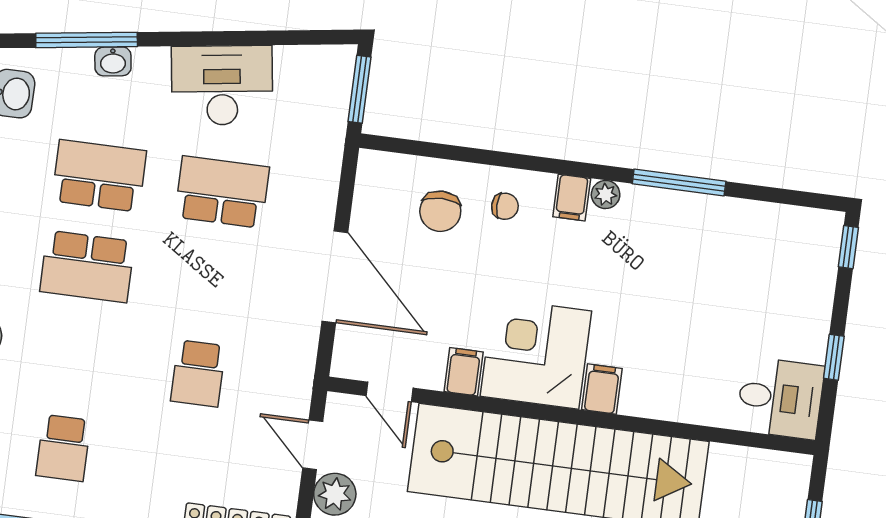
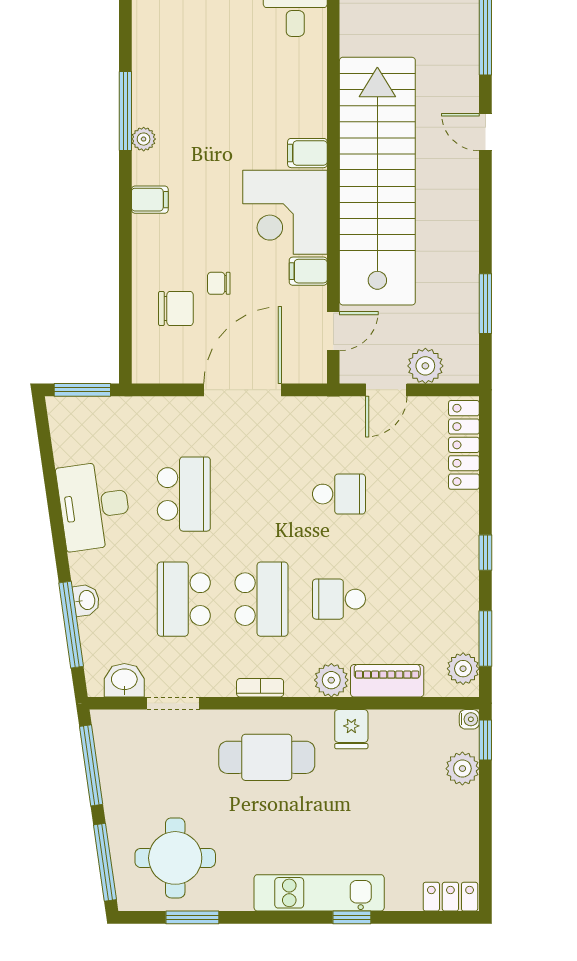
school desk: (222, 192) -> (184, 494), turned 180
plant: (606, 194) -> (144, 139), moved
chair: (505, 206) -> (219, 283), moved, turned -90
school desk: (63, 448) -> (339, 599), moved, turned 180

